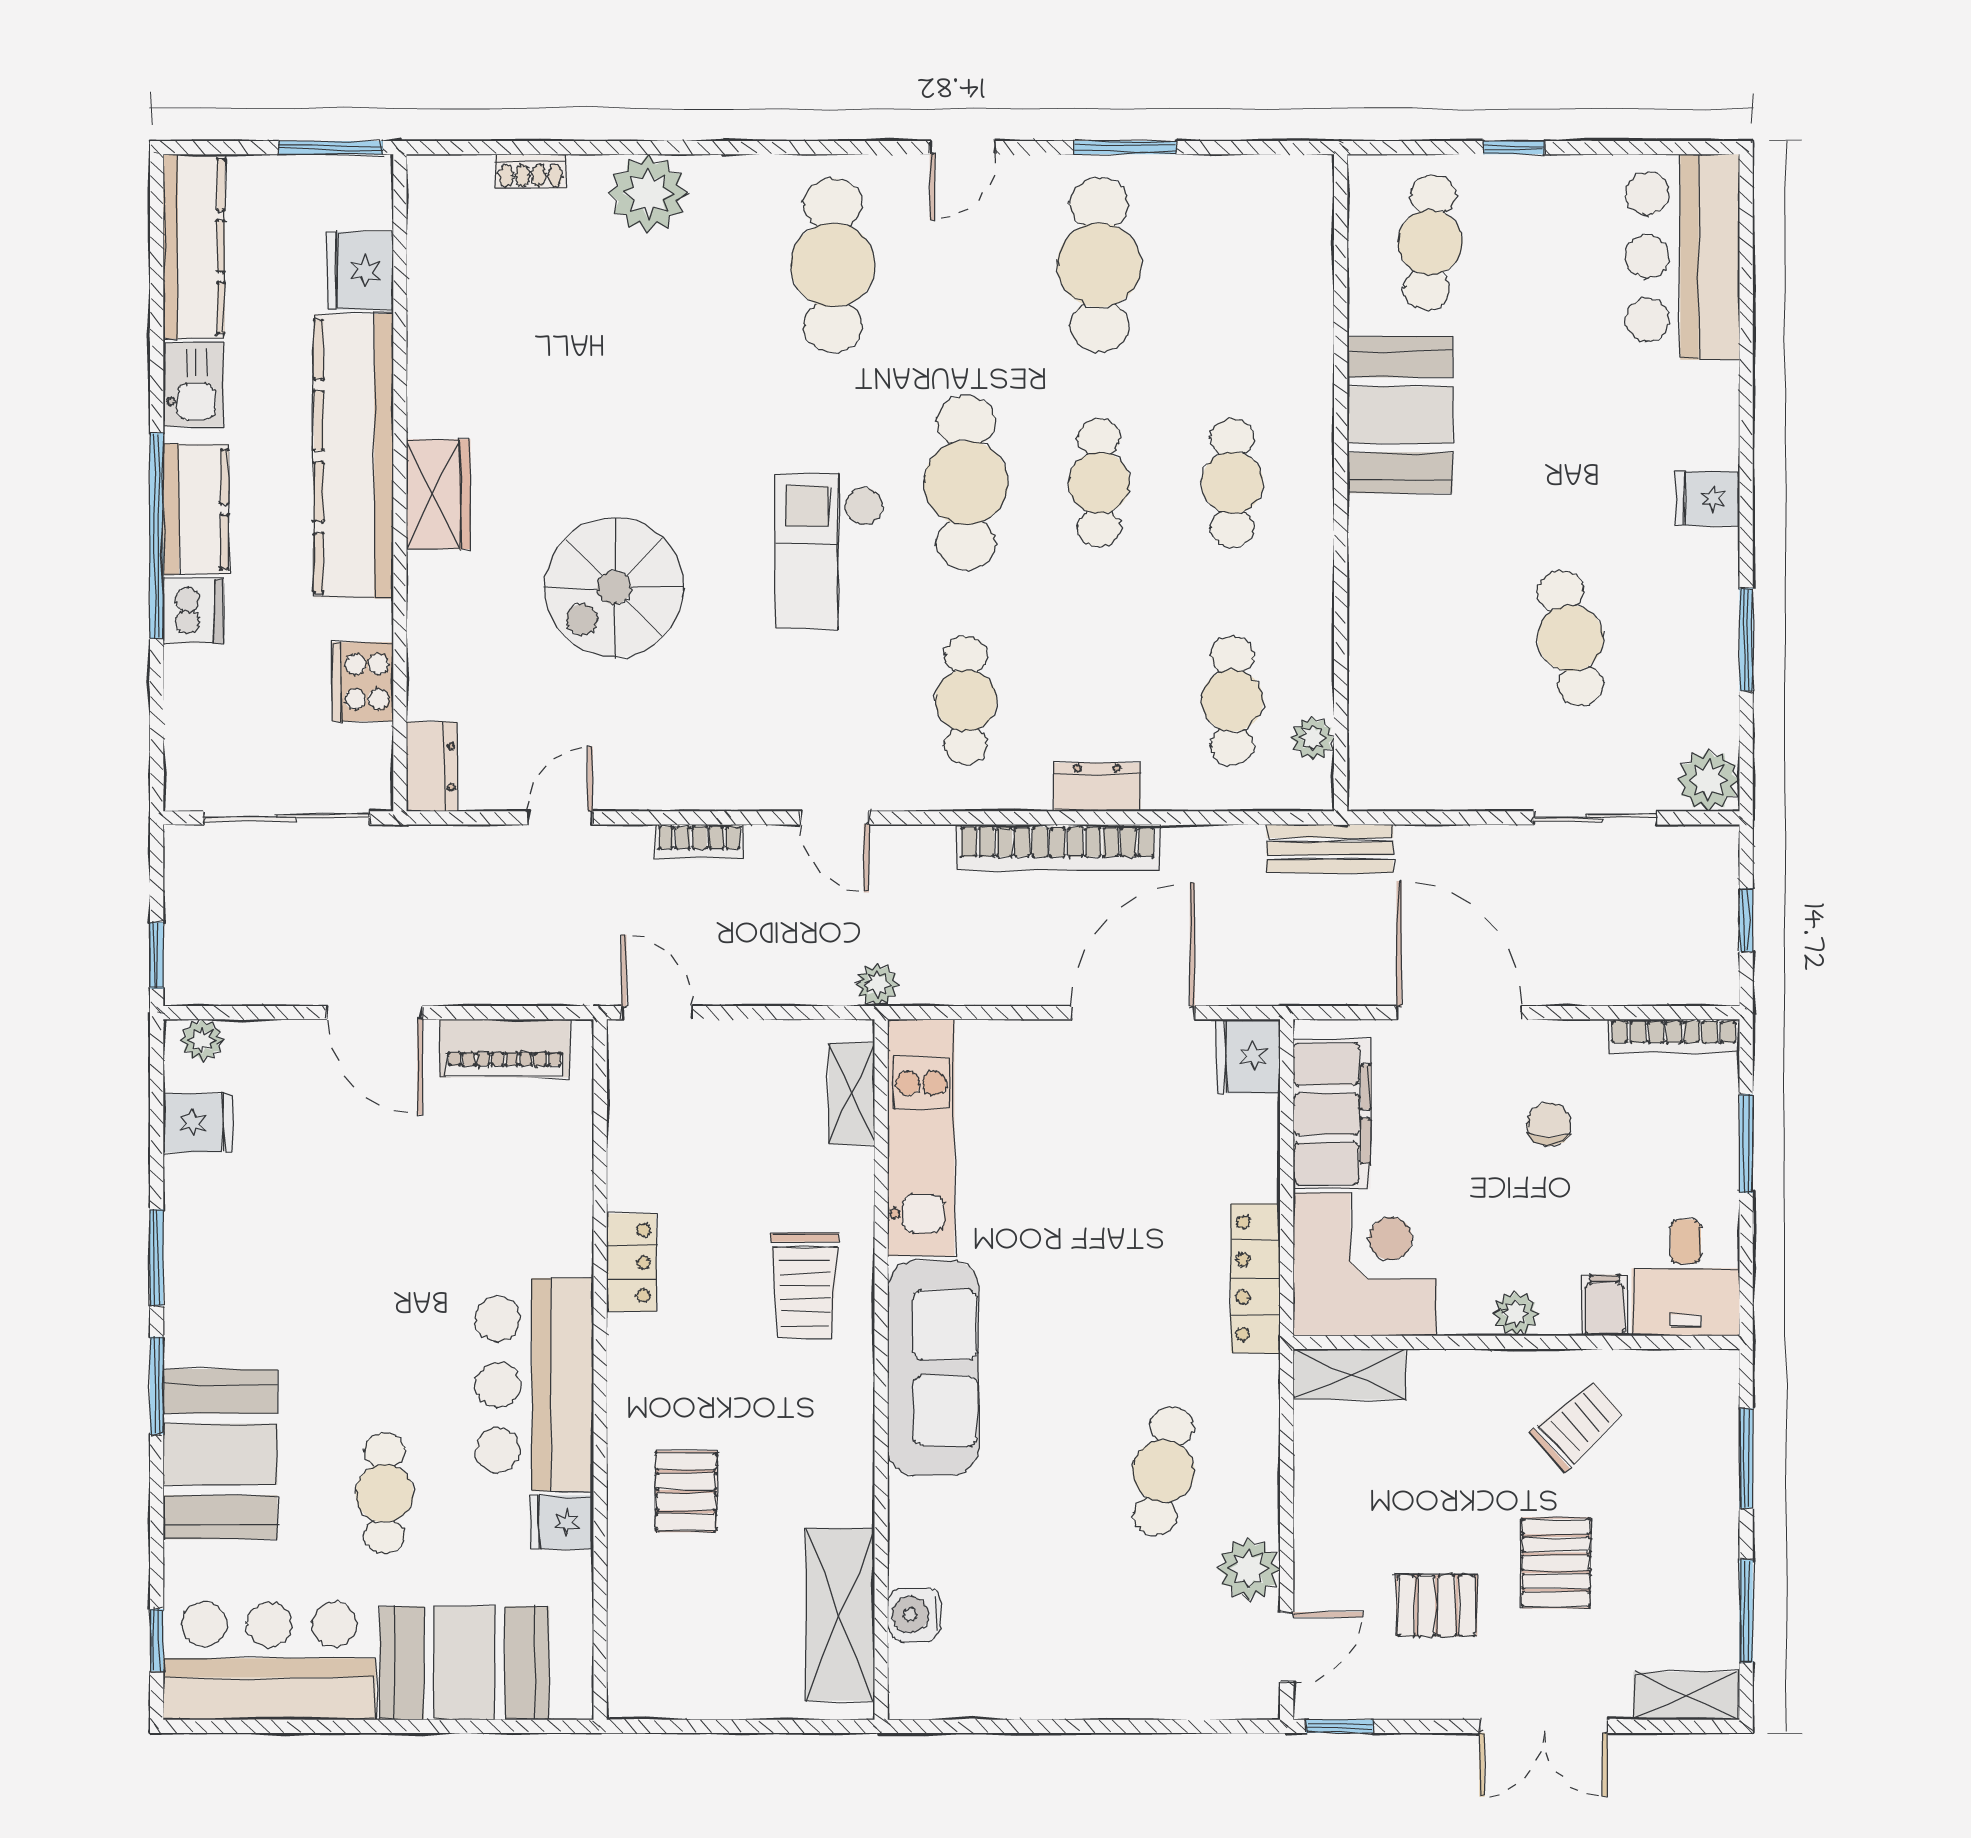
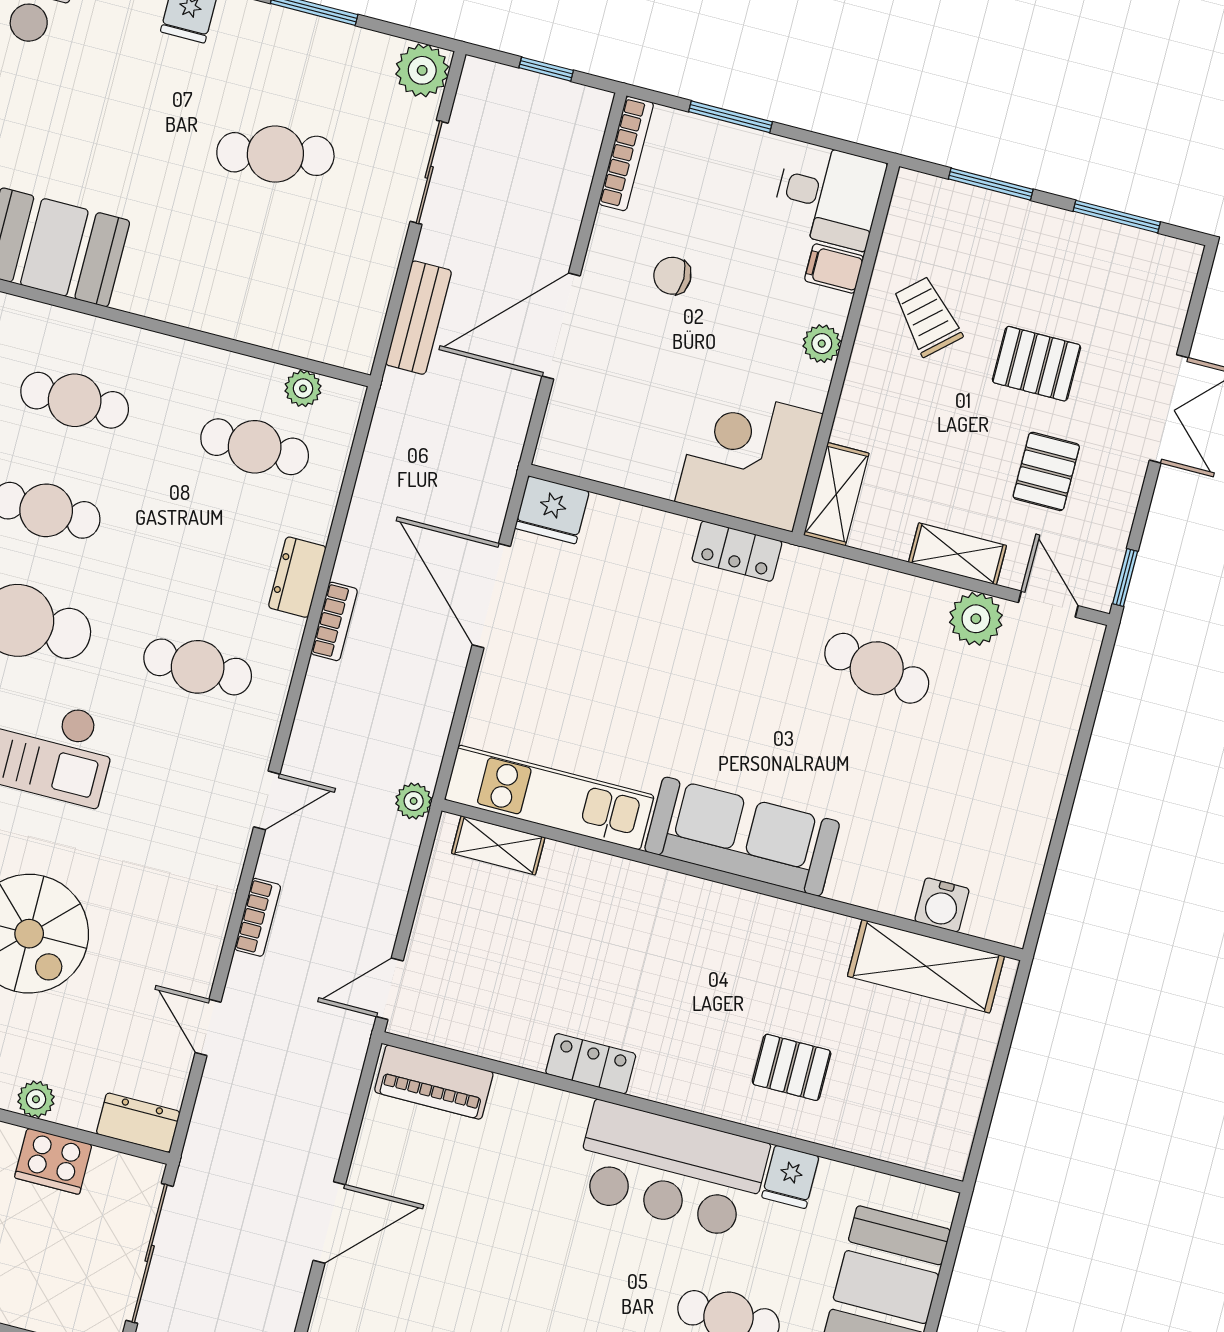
plant: (428, 644) -> (36, 1099), added
bookcase: (1058, 848) -> (334, 621), width x0.43, depth x0.76
bench: (1330, 849) -> (419, 318), moved
piano: (505, 1048) -> (434, 1082), moved, turned 90
filing cabinet: (1332, 1114) -> (618, 453), removed
locker: (1255, 1278) -> (737, 551), width x0.66
trolley: (805, 1286) -> (647, 925), removed
shelving: (1687, 1696) -> (958, 554), moved, turned 90

